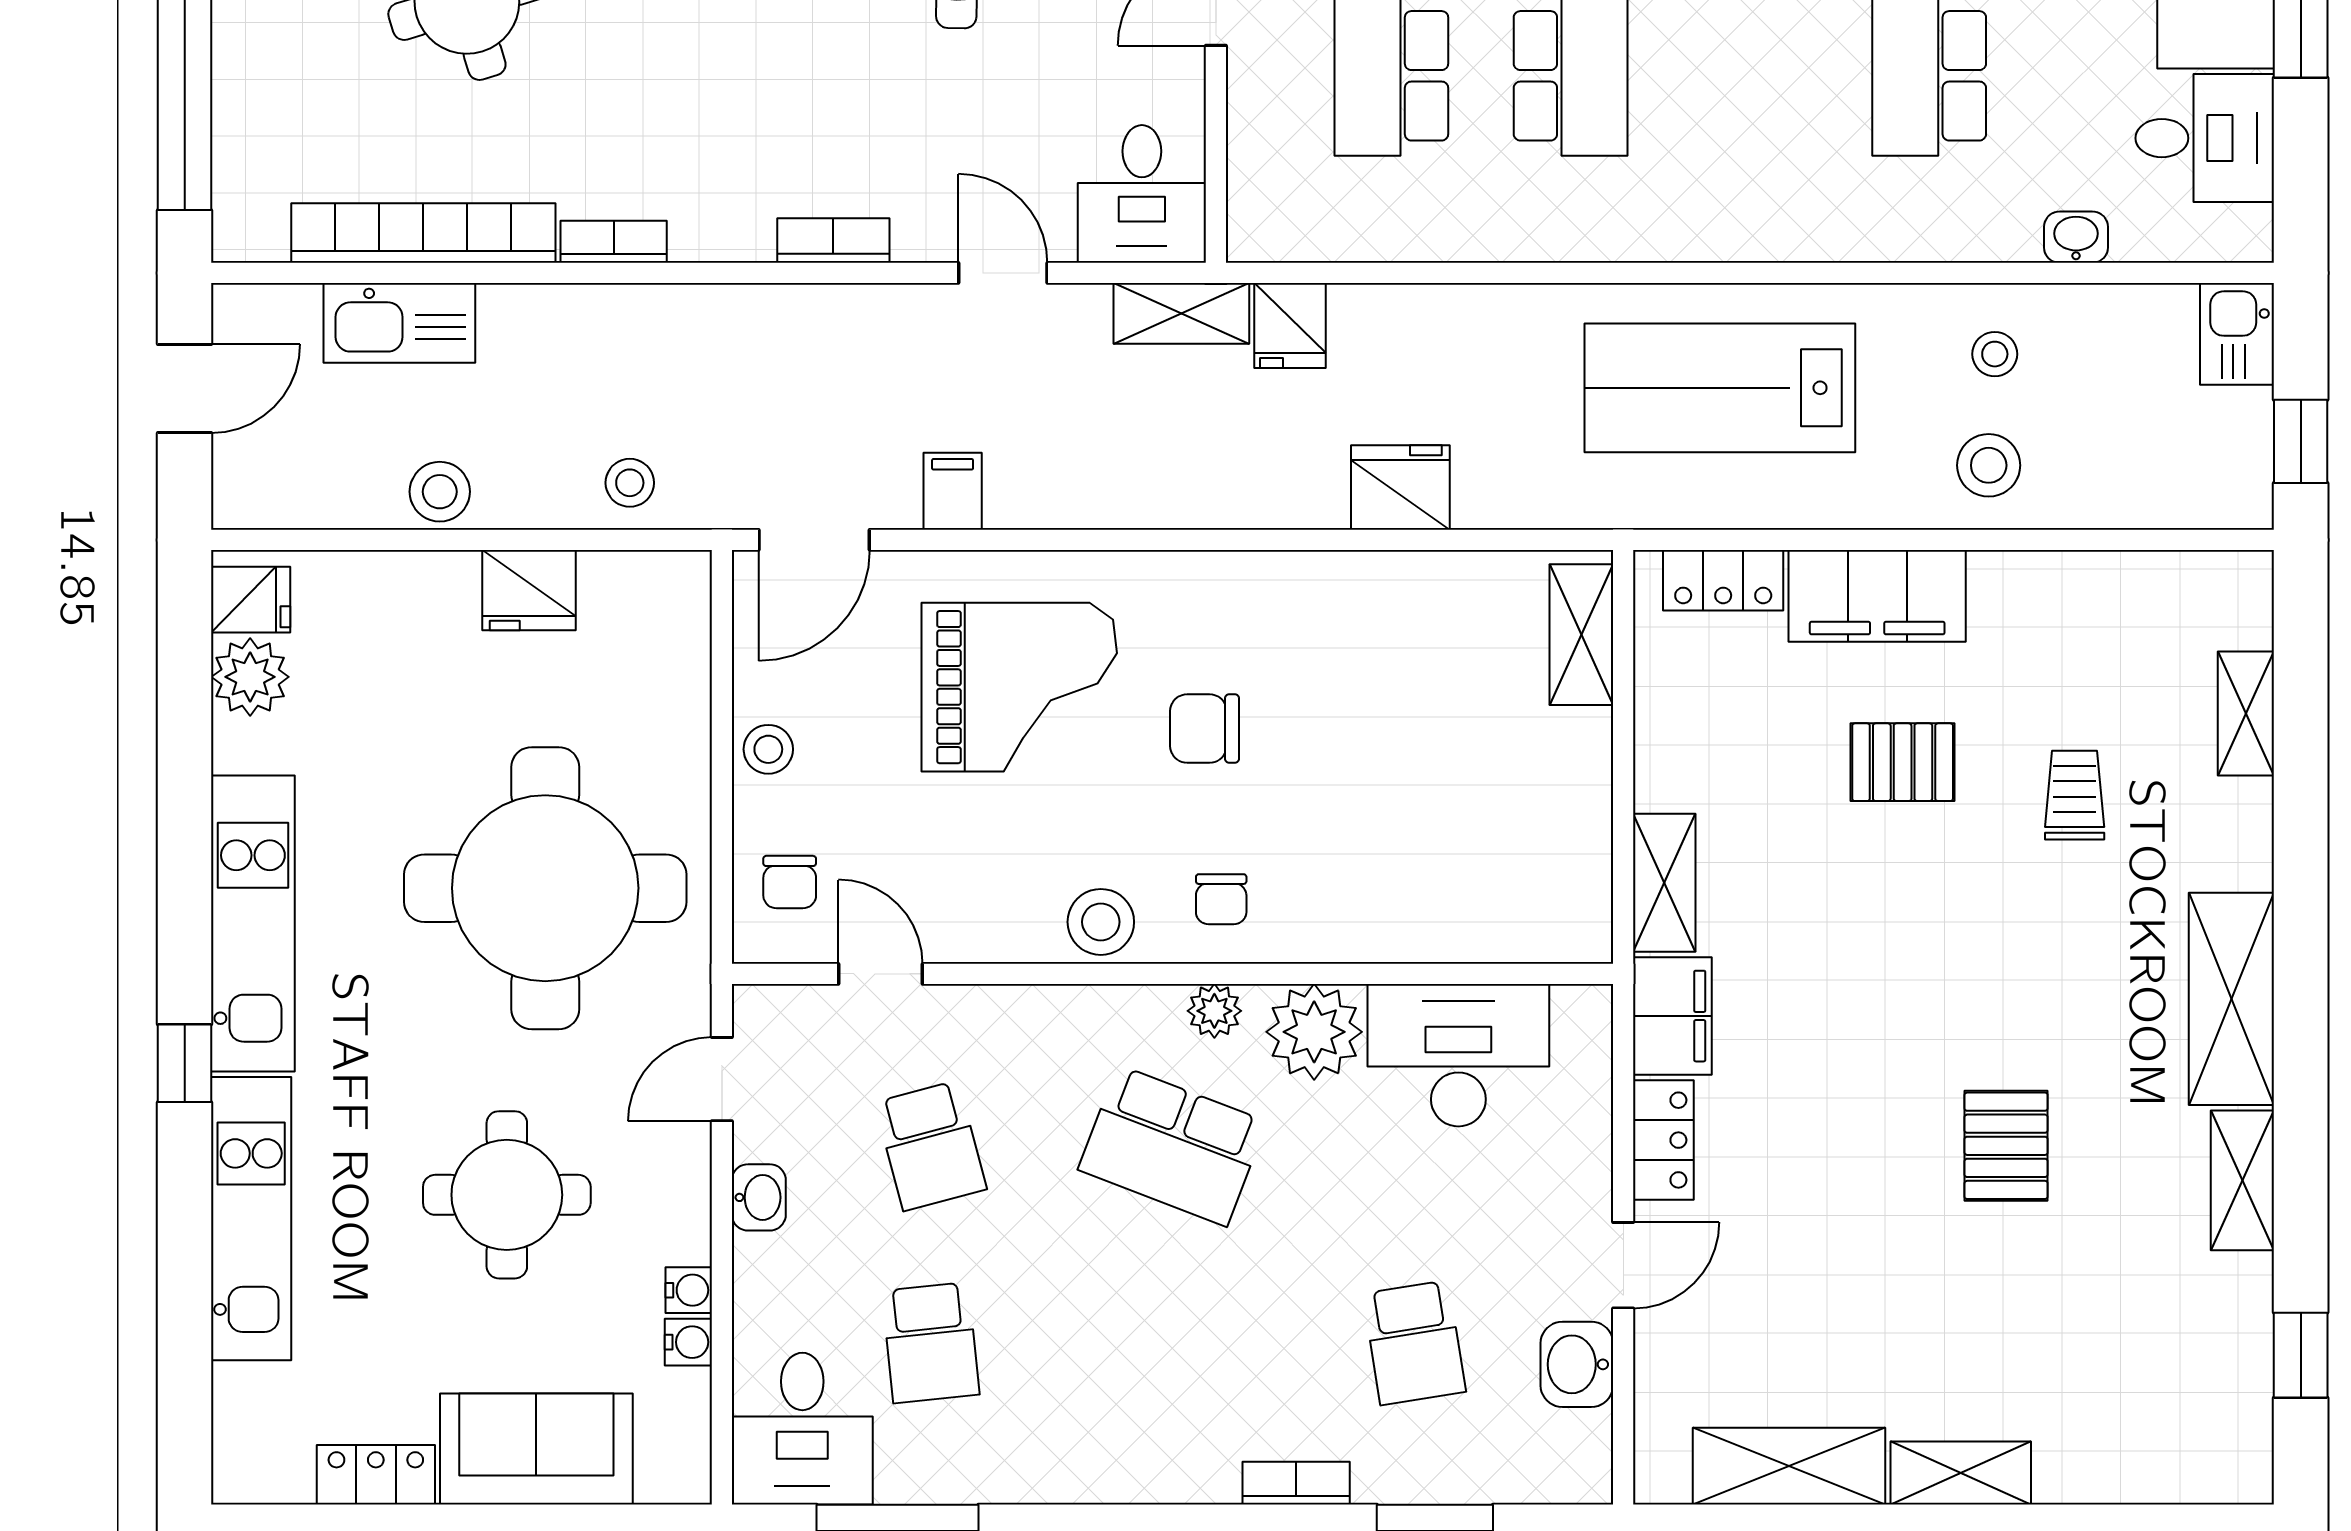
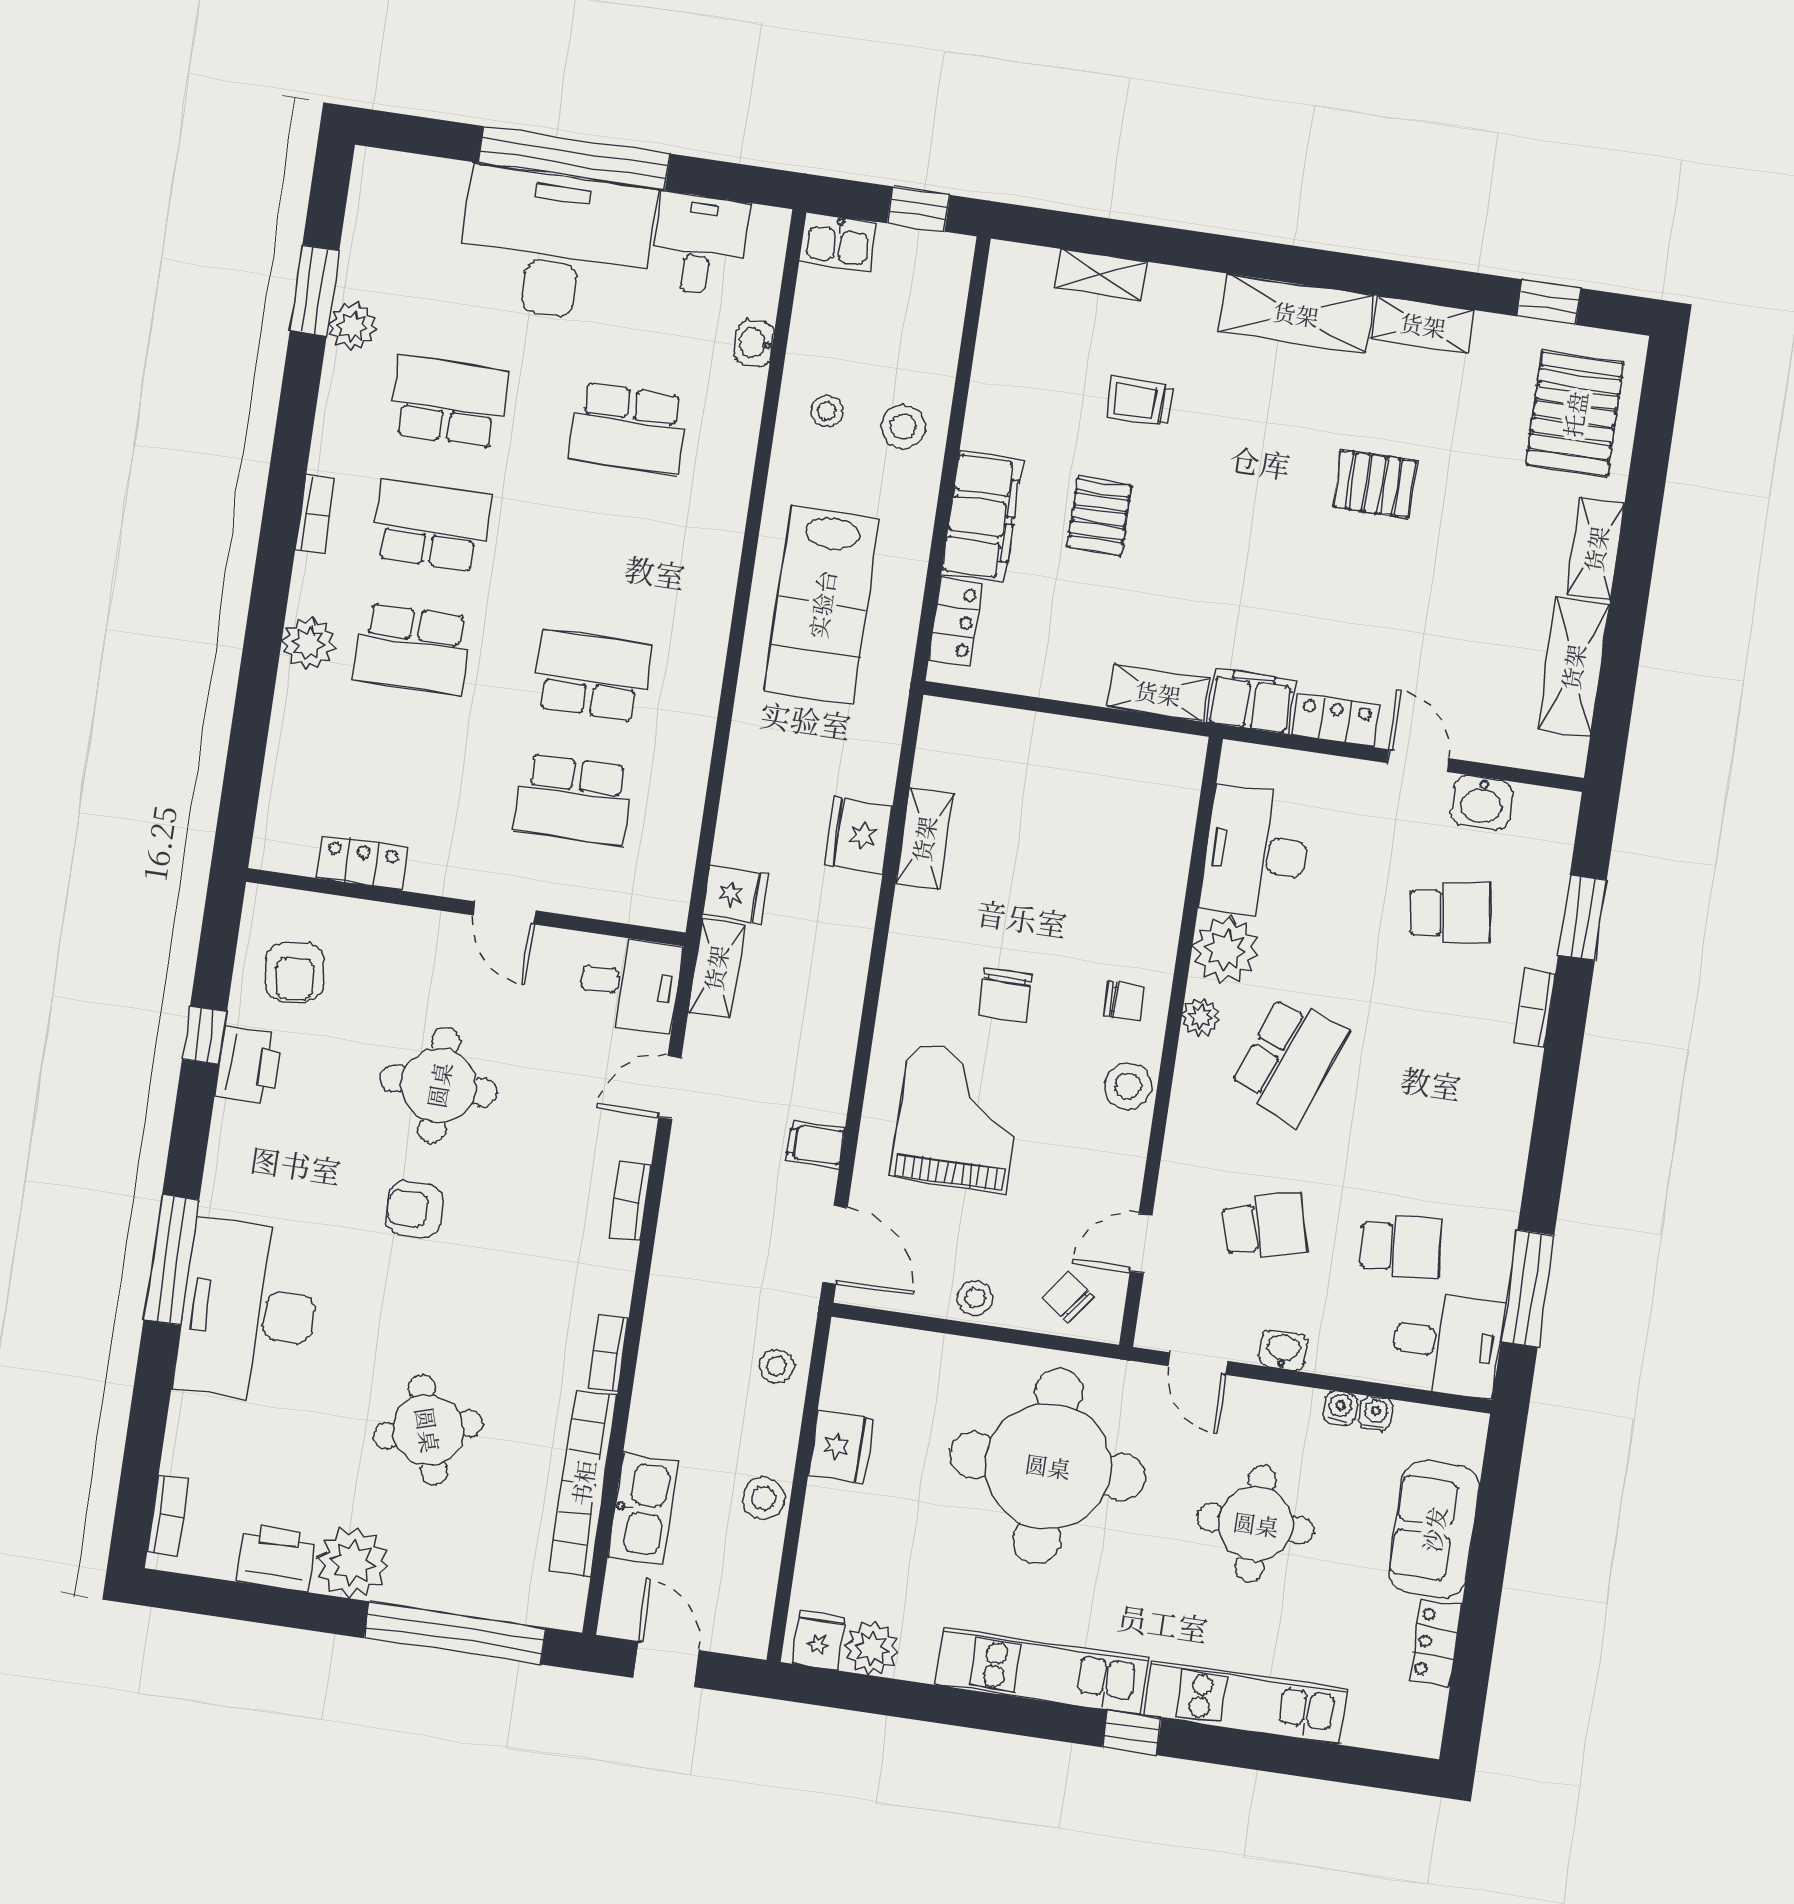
shelving: (1581, 635) -> (924, 839), moved, turned 90
chair: (790, 882) -> (1069, 1297), turned -143
pallet: (2148, 1415) -> (1575, 414), added

